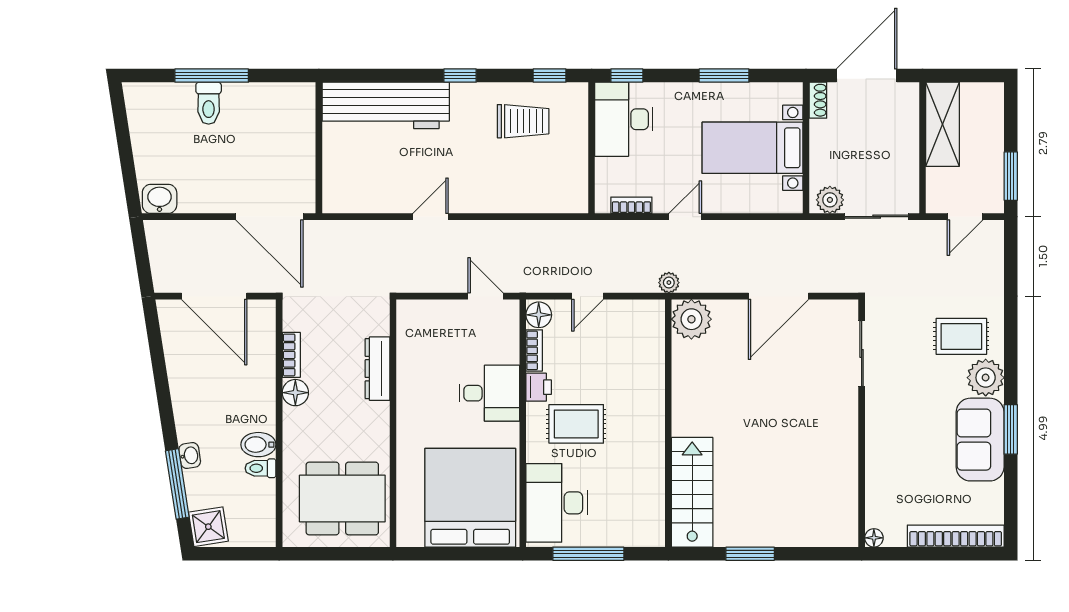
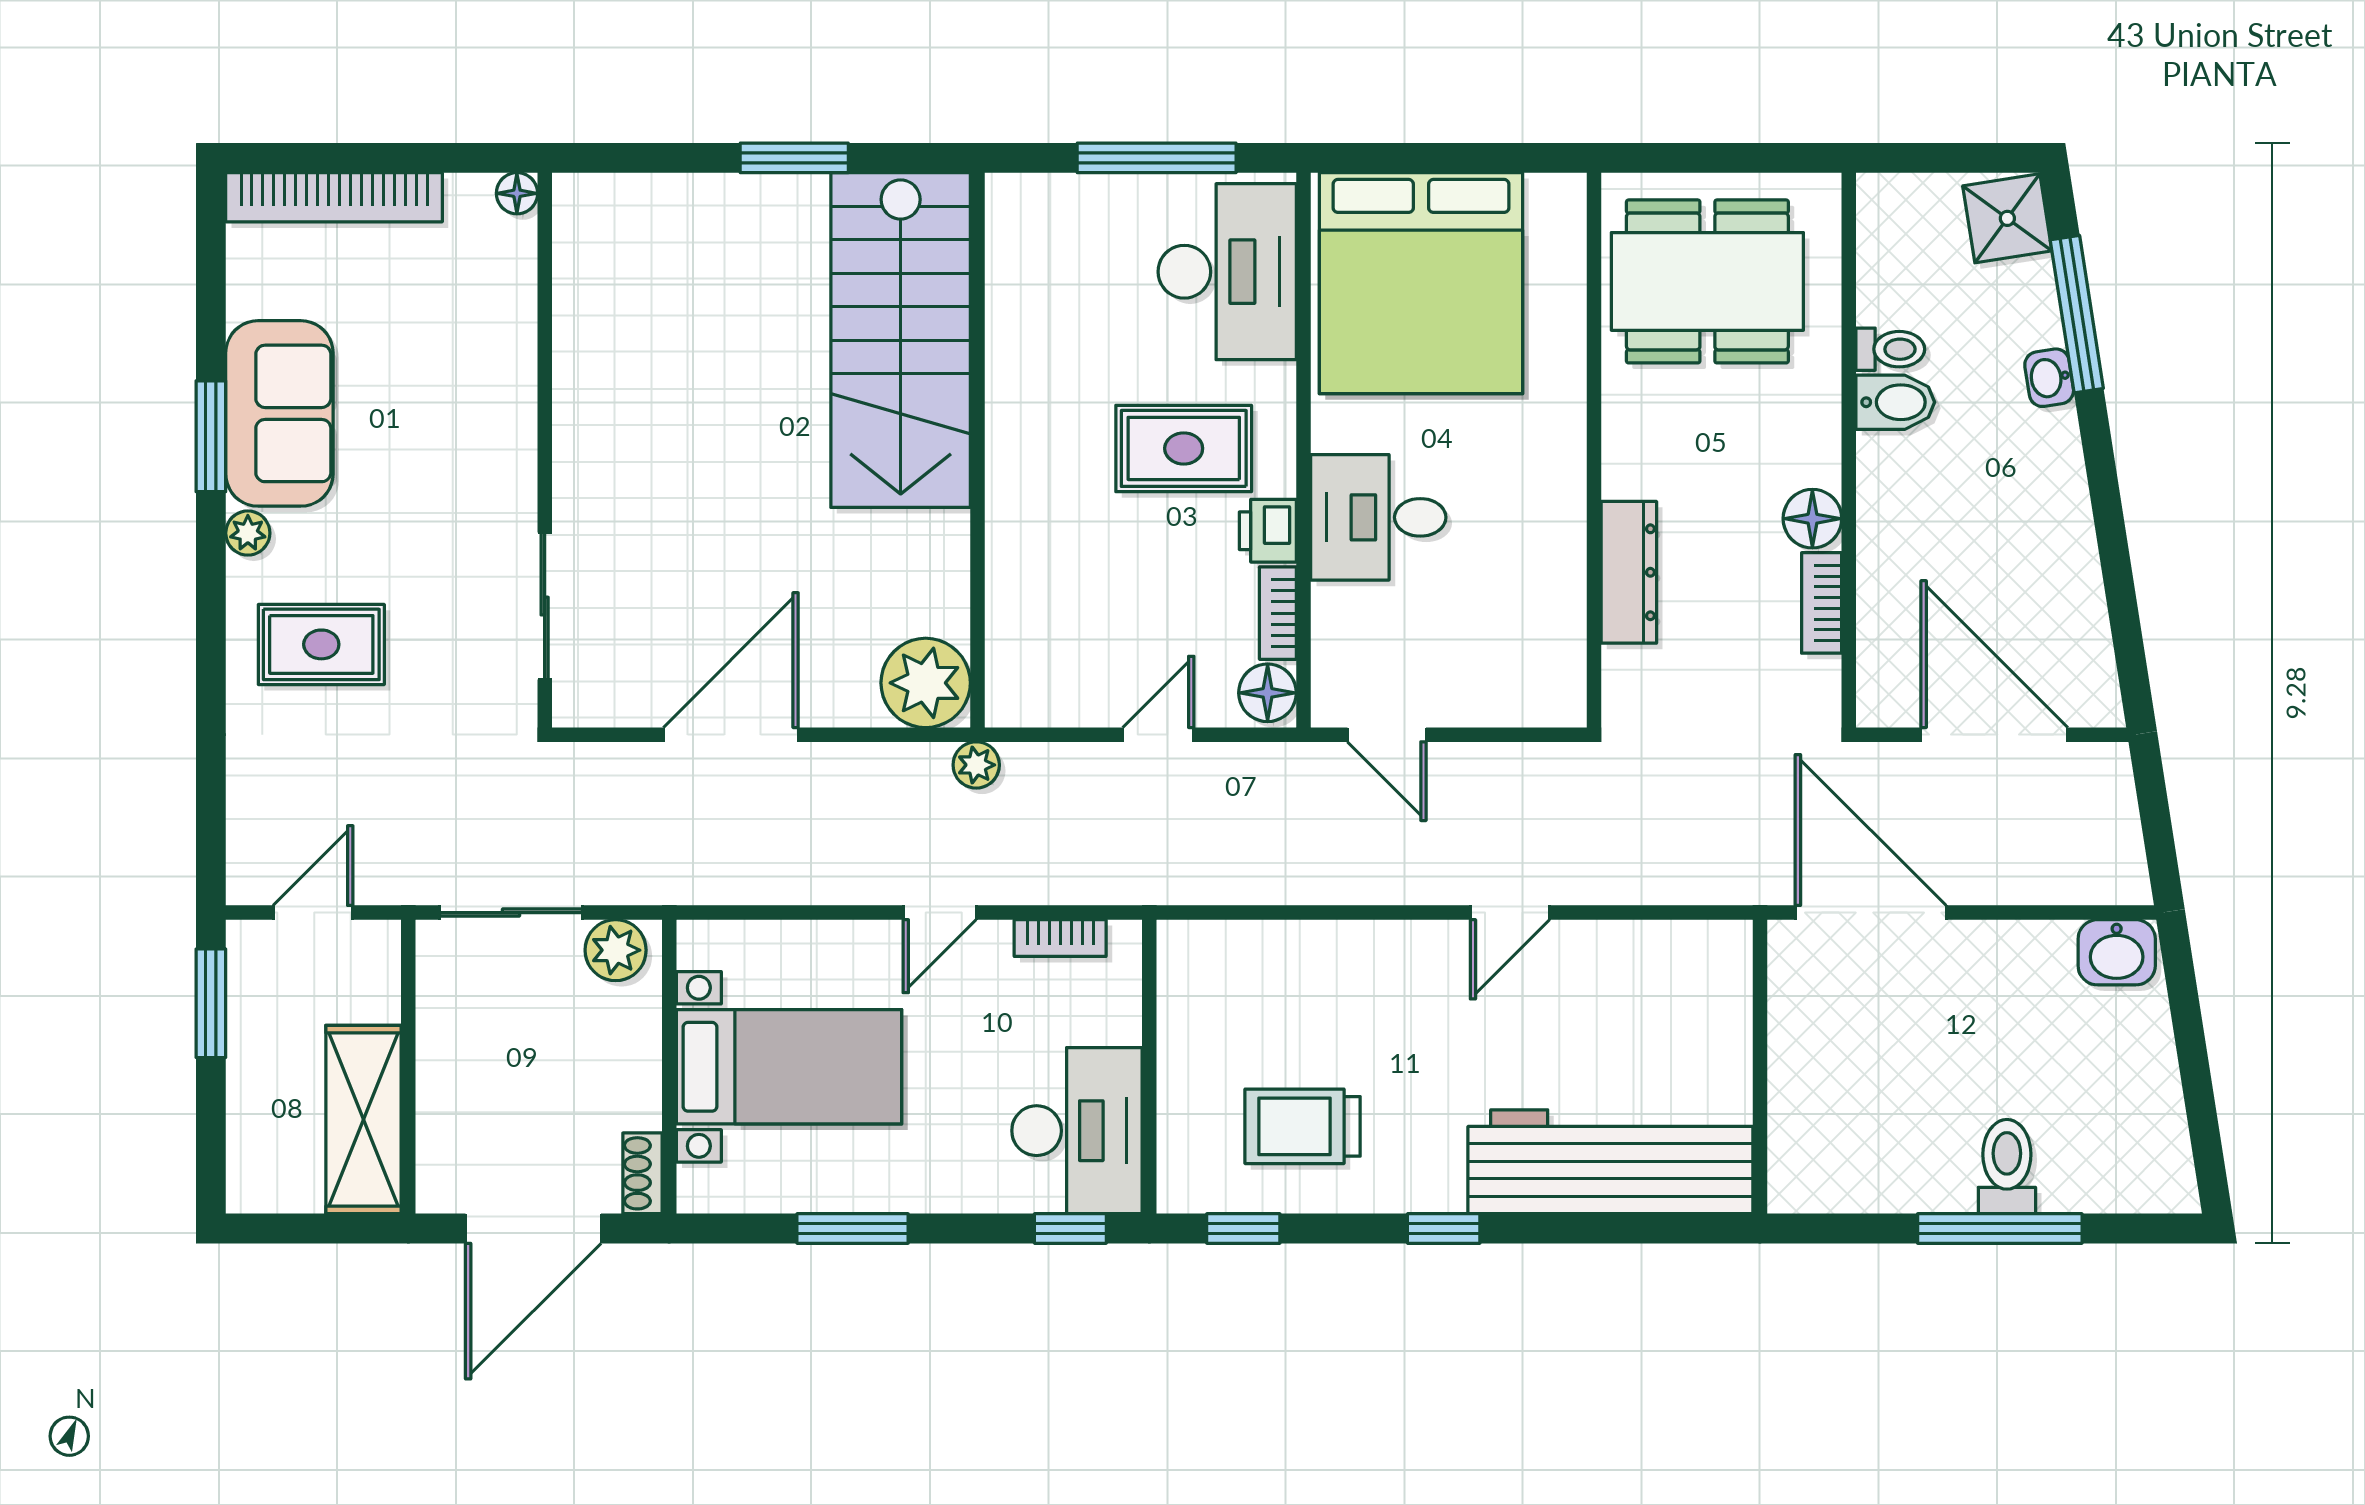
plant: (986, 378) -> (248, 533), width x0.53, depth x0.53
stairs: (692, 492) -> (901, 340), width x1.36, depth x1.51

